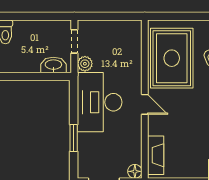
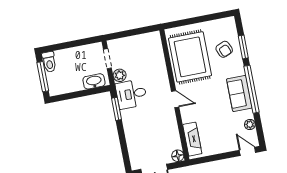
desk: (100, 102) -> (131, 94), width x0.53, depth x0.77
window: (74, 138) -> (116, 109), moved

